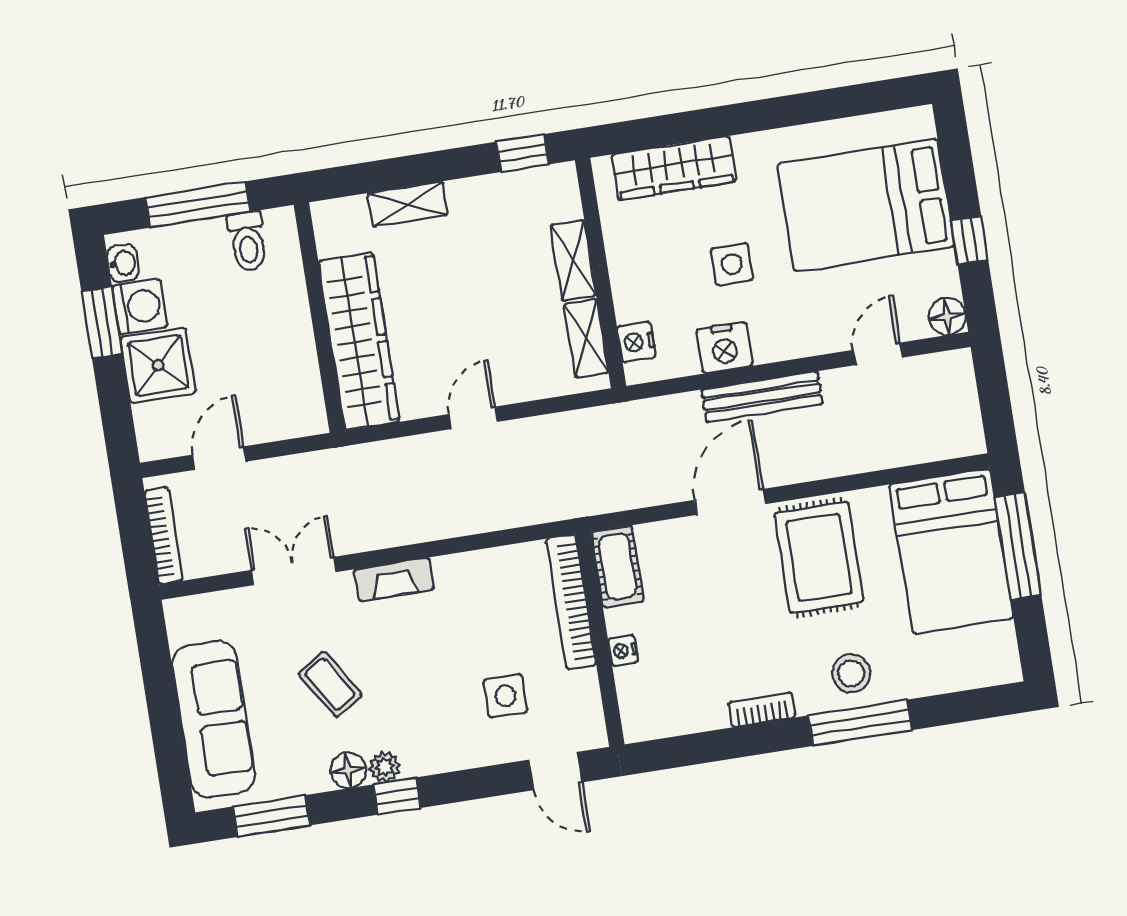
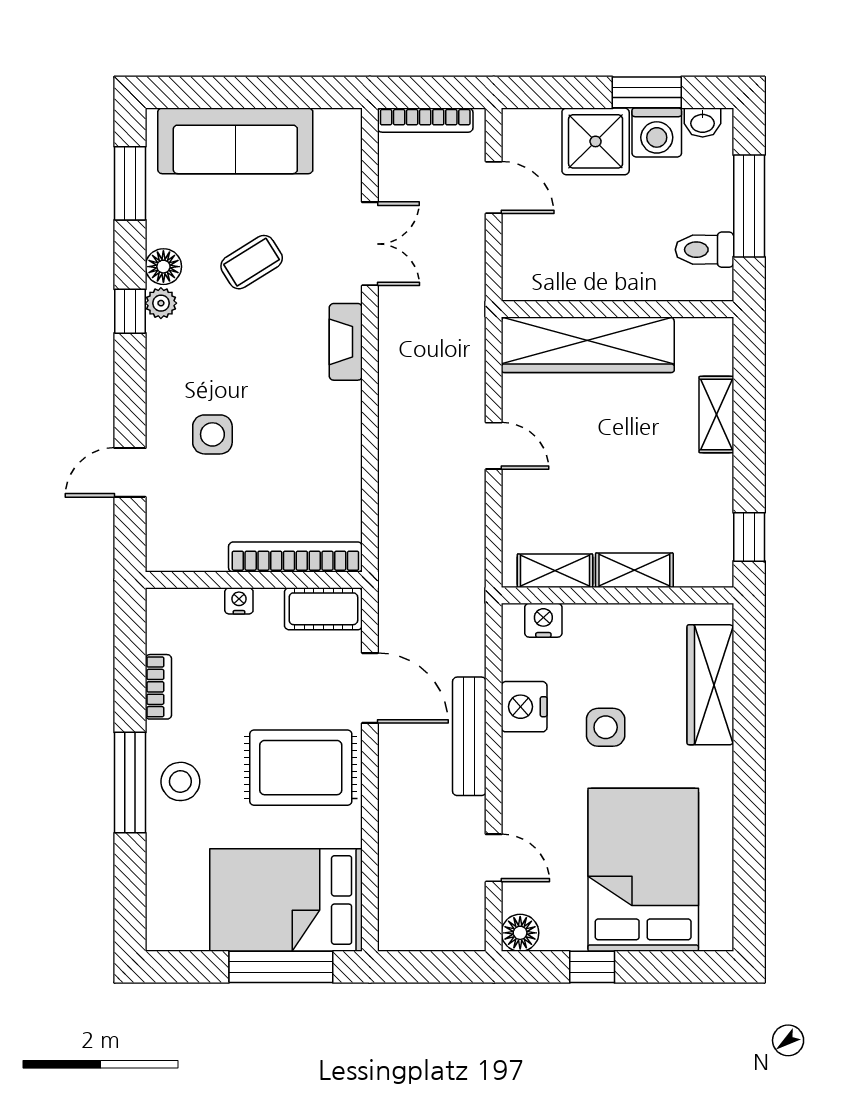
cot: (618, 566) -> (323, 609), moved
bookcase: (571, 602) -> (295, 557), moved
wall: (600, 639) -> (254, 580), moved
nightstand: (623, 651) -> (239, 601), moved

